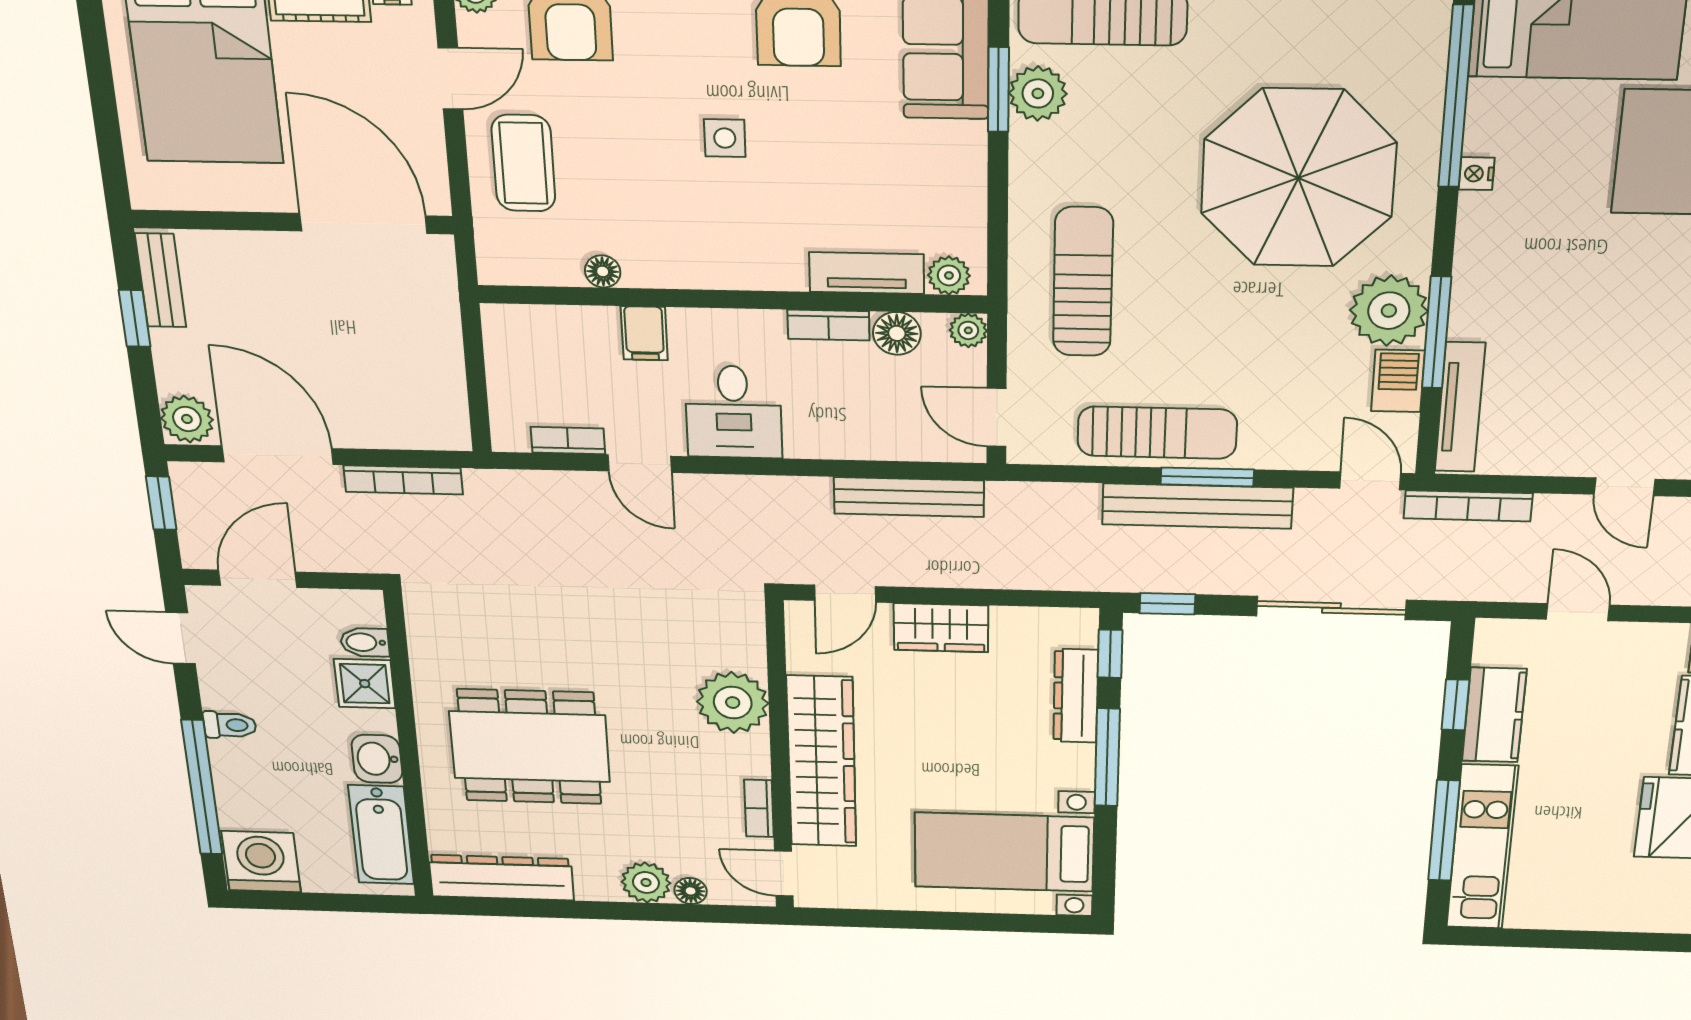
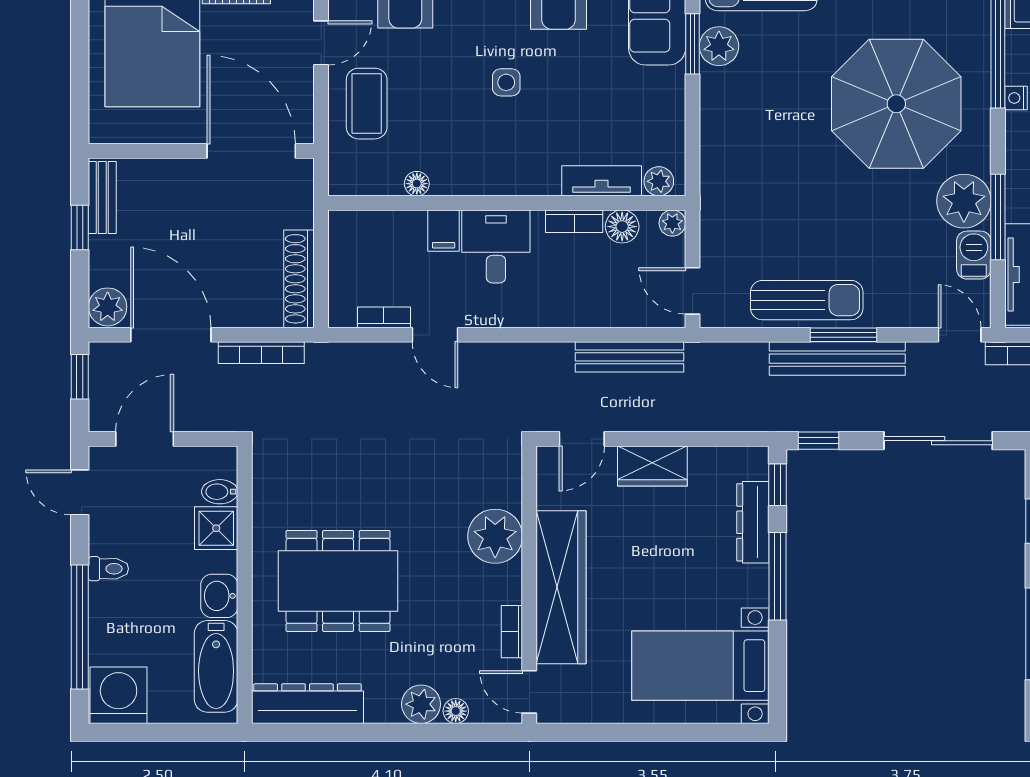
sun lounger: (1083, 282) -> (752, 184), removed
shoe rack: (446, 390) -> (299, 279), added
desk: (734, 412) -> (496, 246), moved, turned 180

